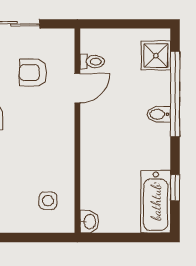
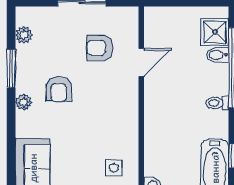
toilet: (92, 62) -> (217, 103), moved, turned 180
bidet: (159, 114) -> (218, 55), moved

